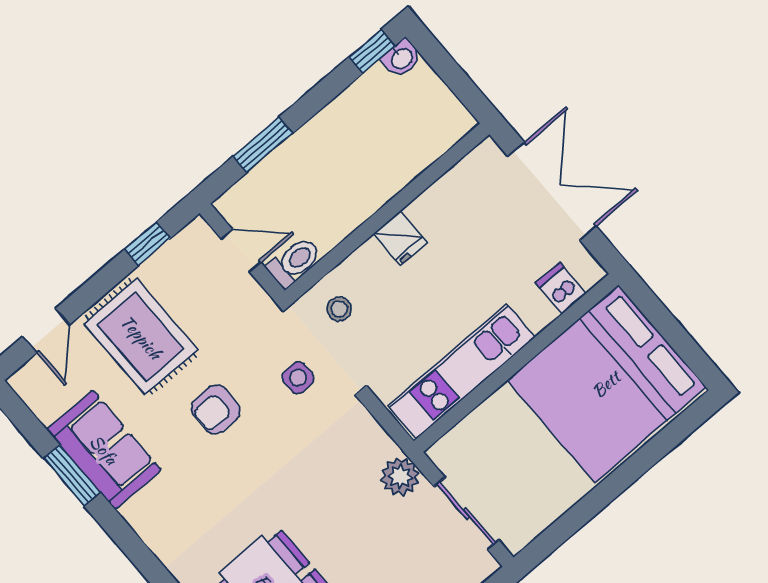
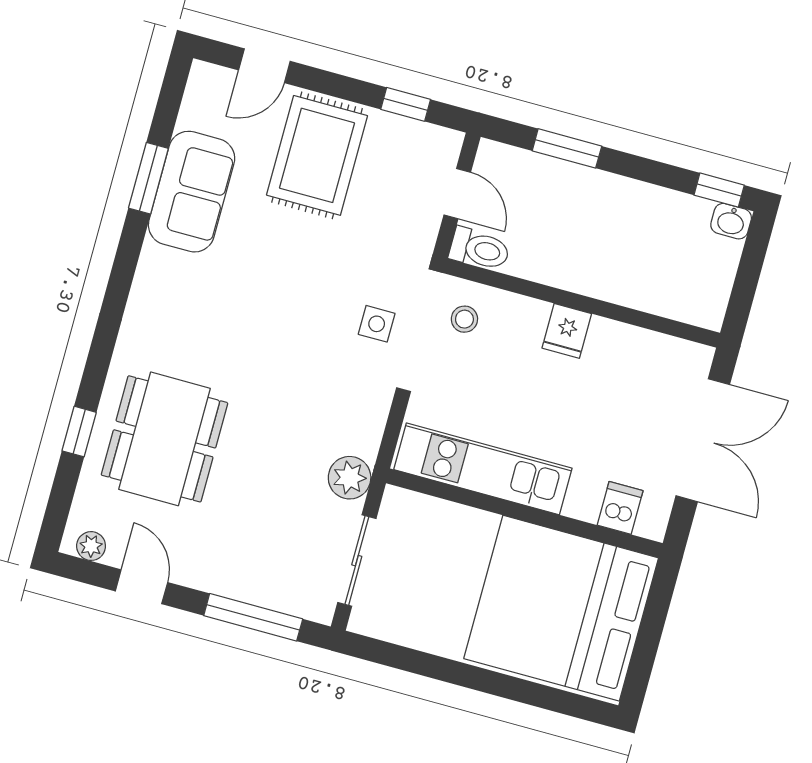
armchair: (216, 409) -> (297, 268), removed

